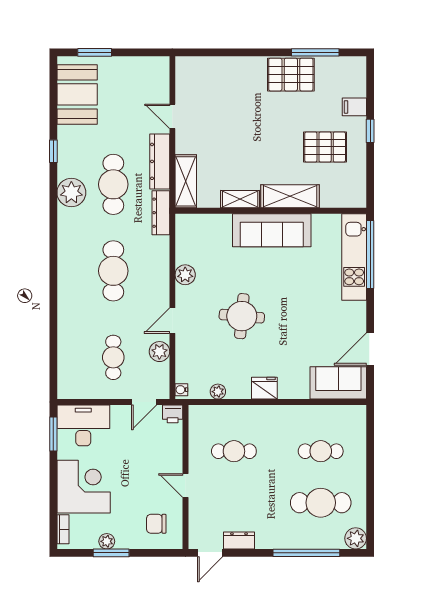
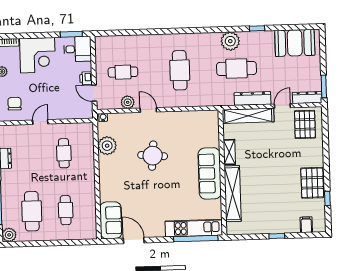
window: (95, 52) -> (324, 86), moved
window: (315, 52) -> (327, 198), width x0.46
filing cabinet: (354, 107) -> (306, 225), moved
pallet: (325, 147) -> (305, 124), moved
shelving: (186, 181) -> (248, 116), width x1.47
shelving: (290, 196) -> (233, 194), width x1.47
dresser: (161, 213) -> (307, 98), moved
cafe table: (113, 271) -> (180, 70), turned 90
plant: (185, 275) -> (179, 118), removed
fridge: (264, 388) -> (106, 172), removed
plant: (218, 392) -> (107, 146), width x1.87, depth x1.87
printer: (173, 414) -> (86, 78), moved
desk: (83, 425) -> (78, 49), width x0.73

